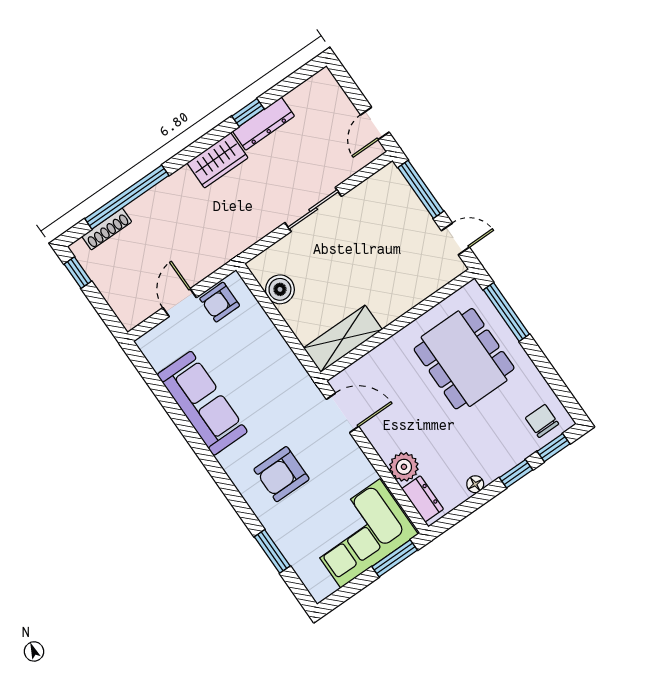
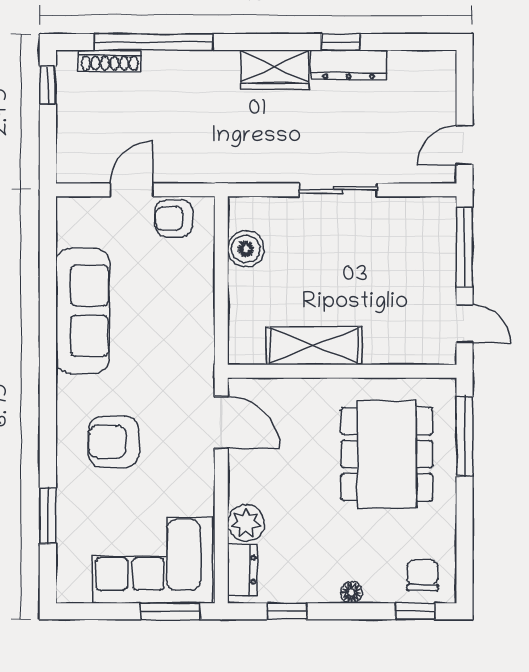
shelving: (343, 339) -> (314, 346), moved
window: (516, 474) -> (287, 611), moved
floor lamp: (475, 484) -> (352, 593), moved

